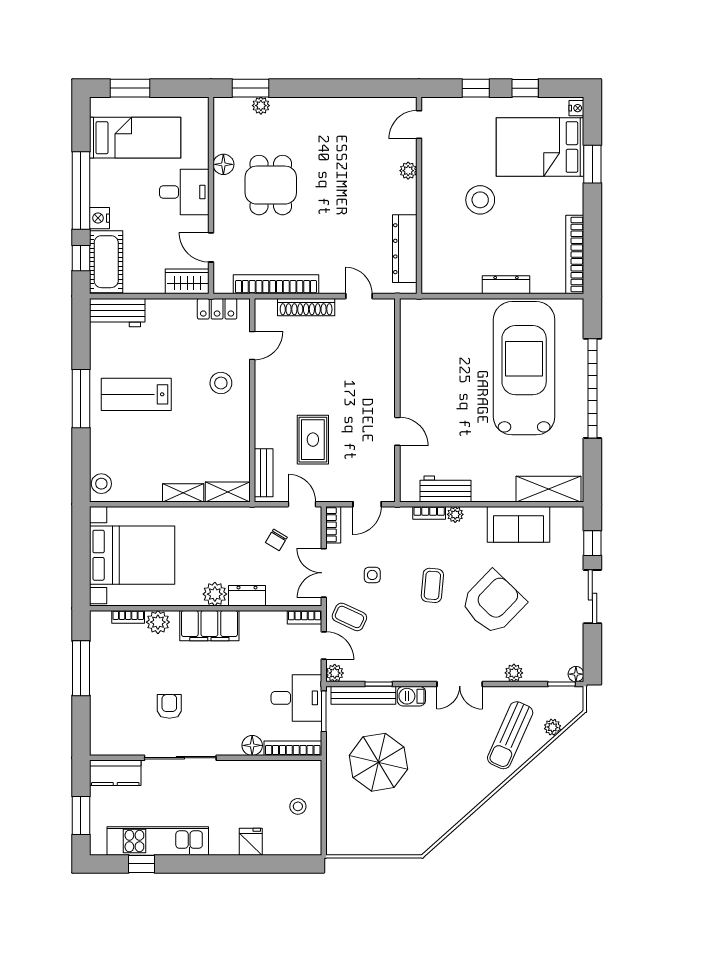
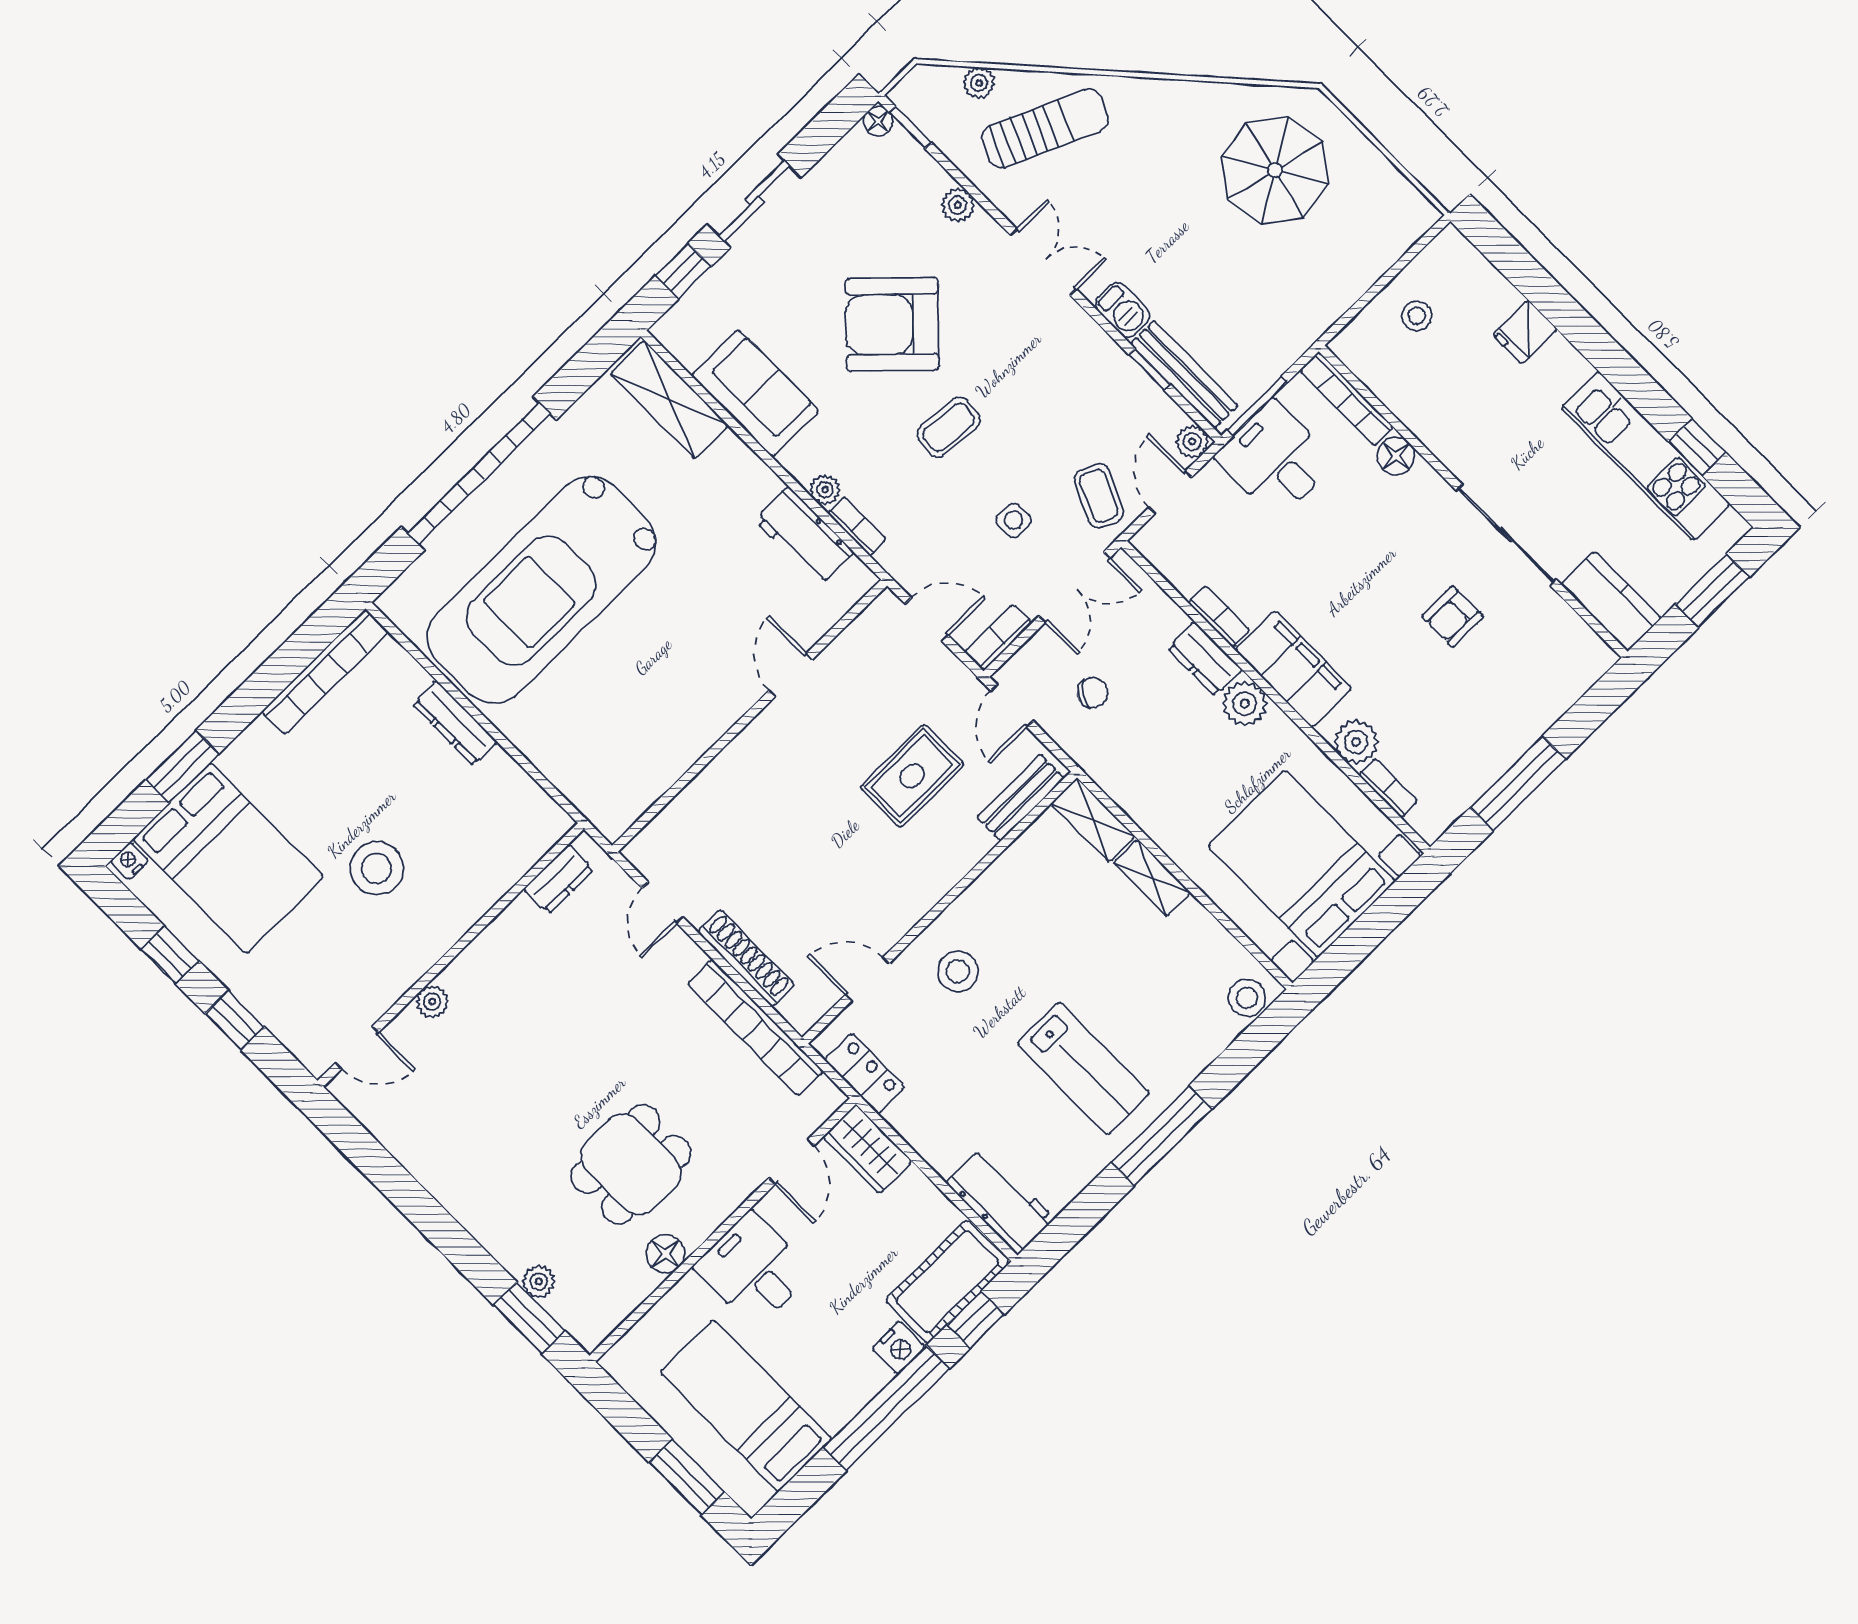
dresser: (405, 249) -> (559, 879), width x0.51, depth x0.80
bookcase: (304, 617) -> (1219, 616), moved
parasol: (378, 762) -> (1275, 170), moved

